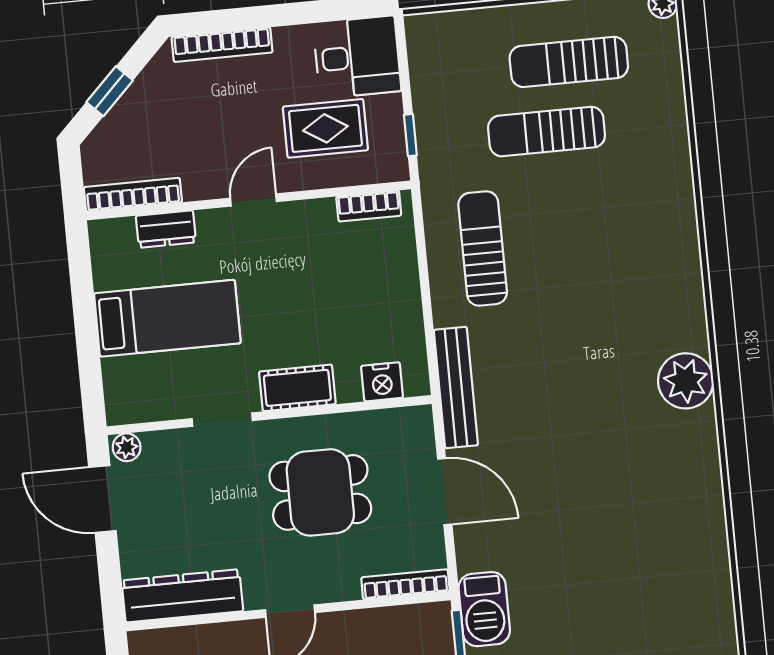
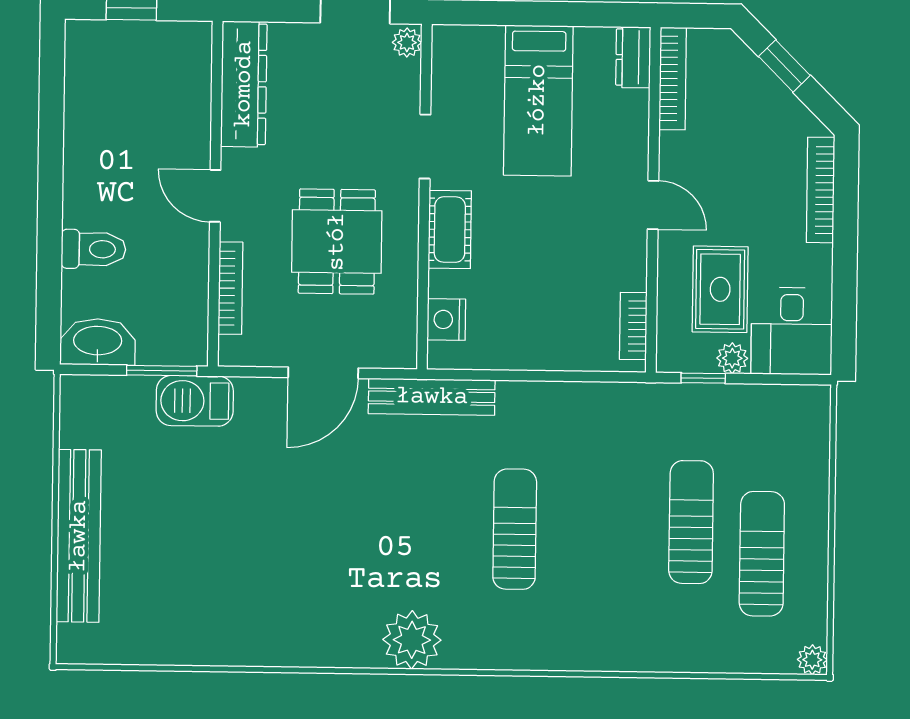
plant: (389, 110) -> (732, 358), added
dresser: (166, 229) -> (633, 57), moved
sun lounger: (483, 248) -> (515, 529), moved, turned -90
bookcase: (405, 584) -> (230, 288), moved

